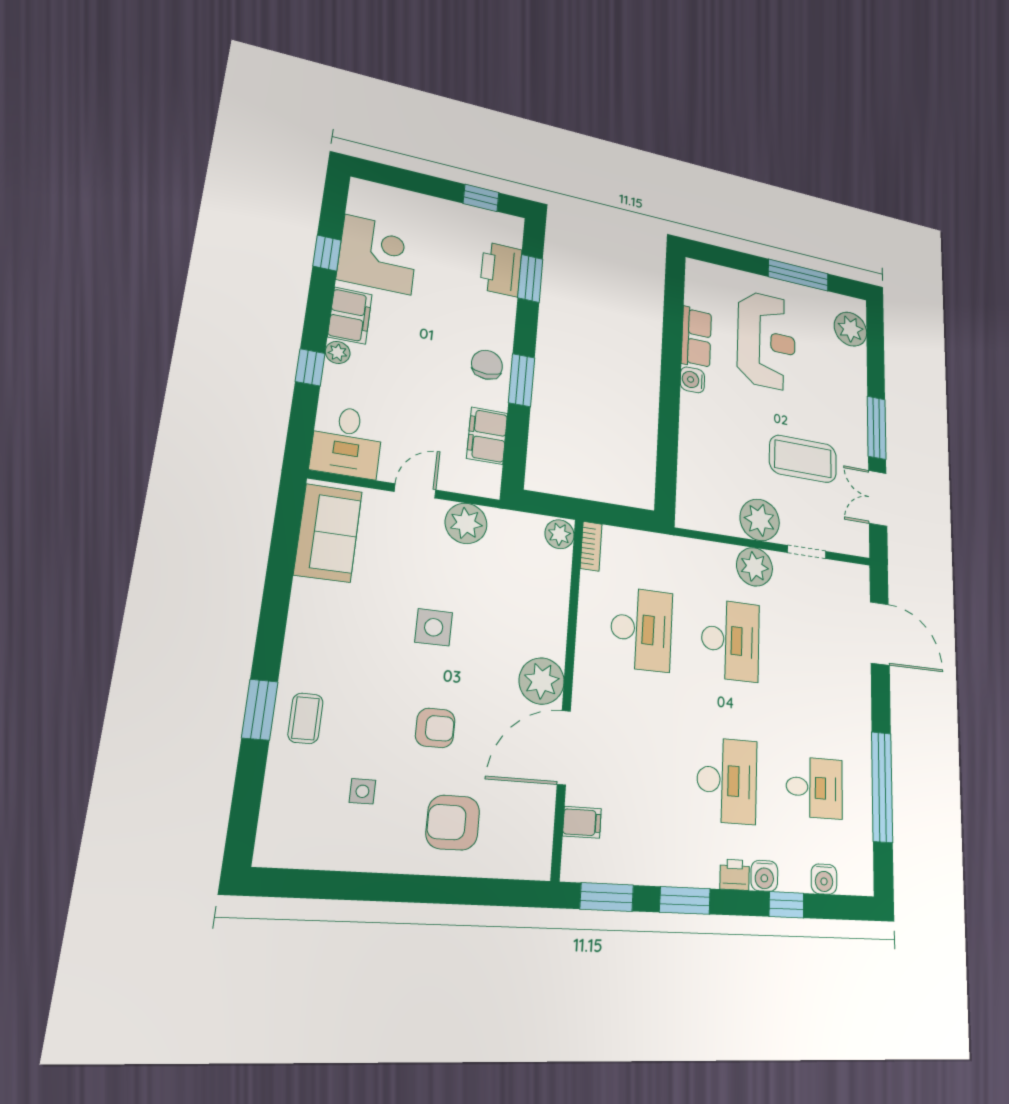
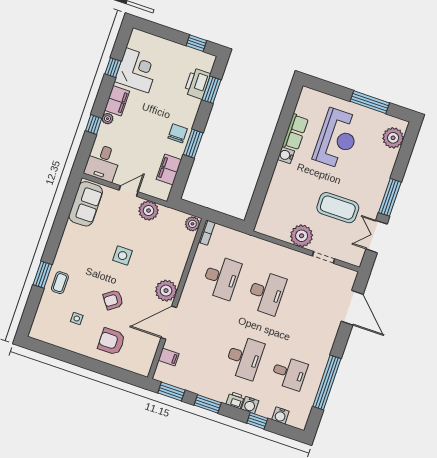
plant: (754, 567) -> (291, 259), removed
armchair: (435, 728) -> (113, 300), turned 144

